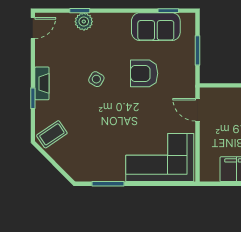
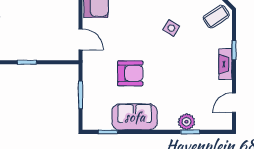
sofa: (156, 27) -> (135, 117), moved
door: (33, 28) -> (234, 103), moved
side table: (96, 79) -> (171, 28), moved

